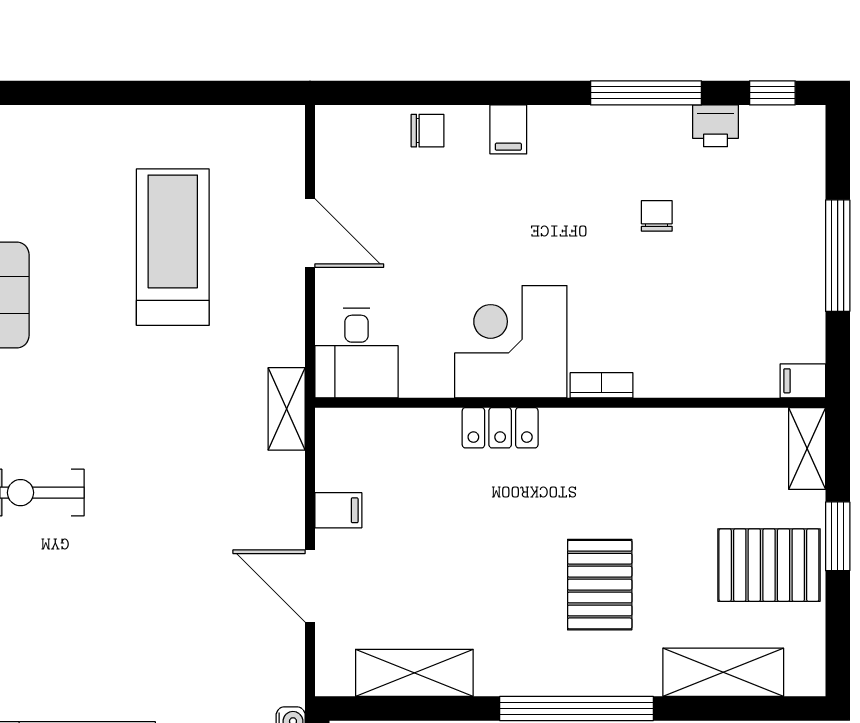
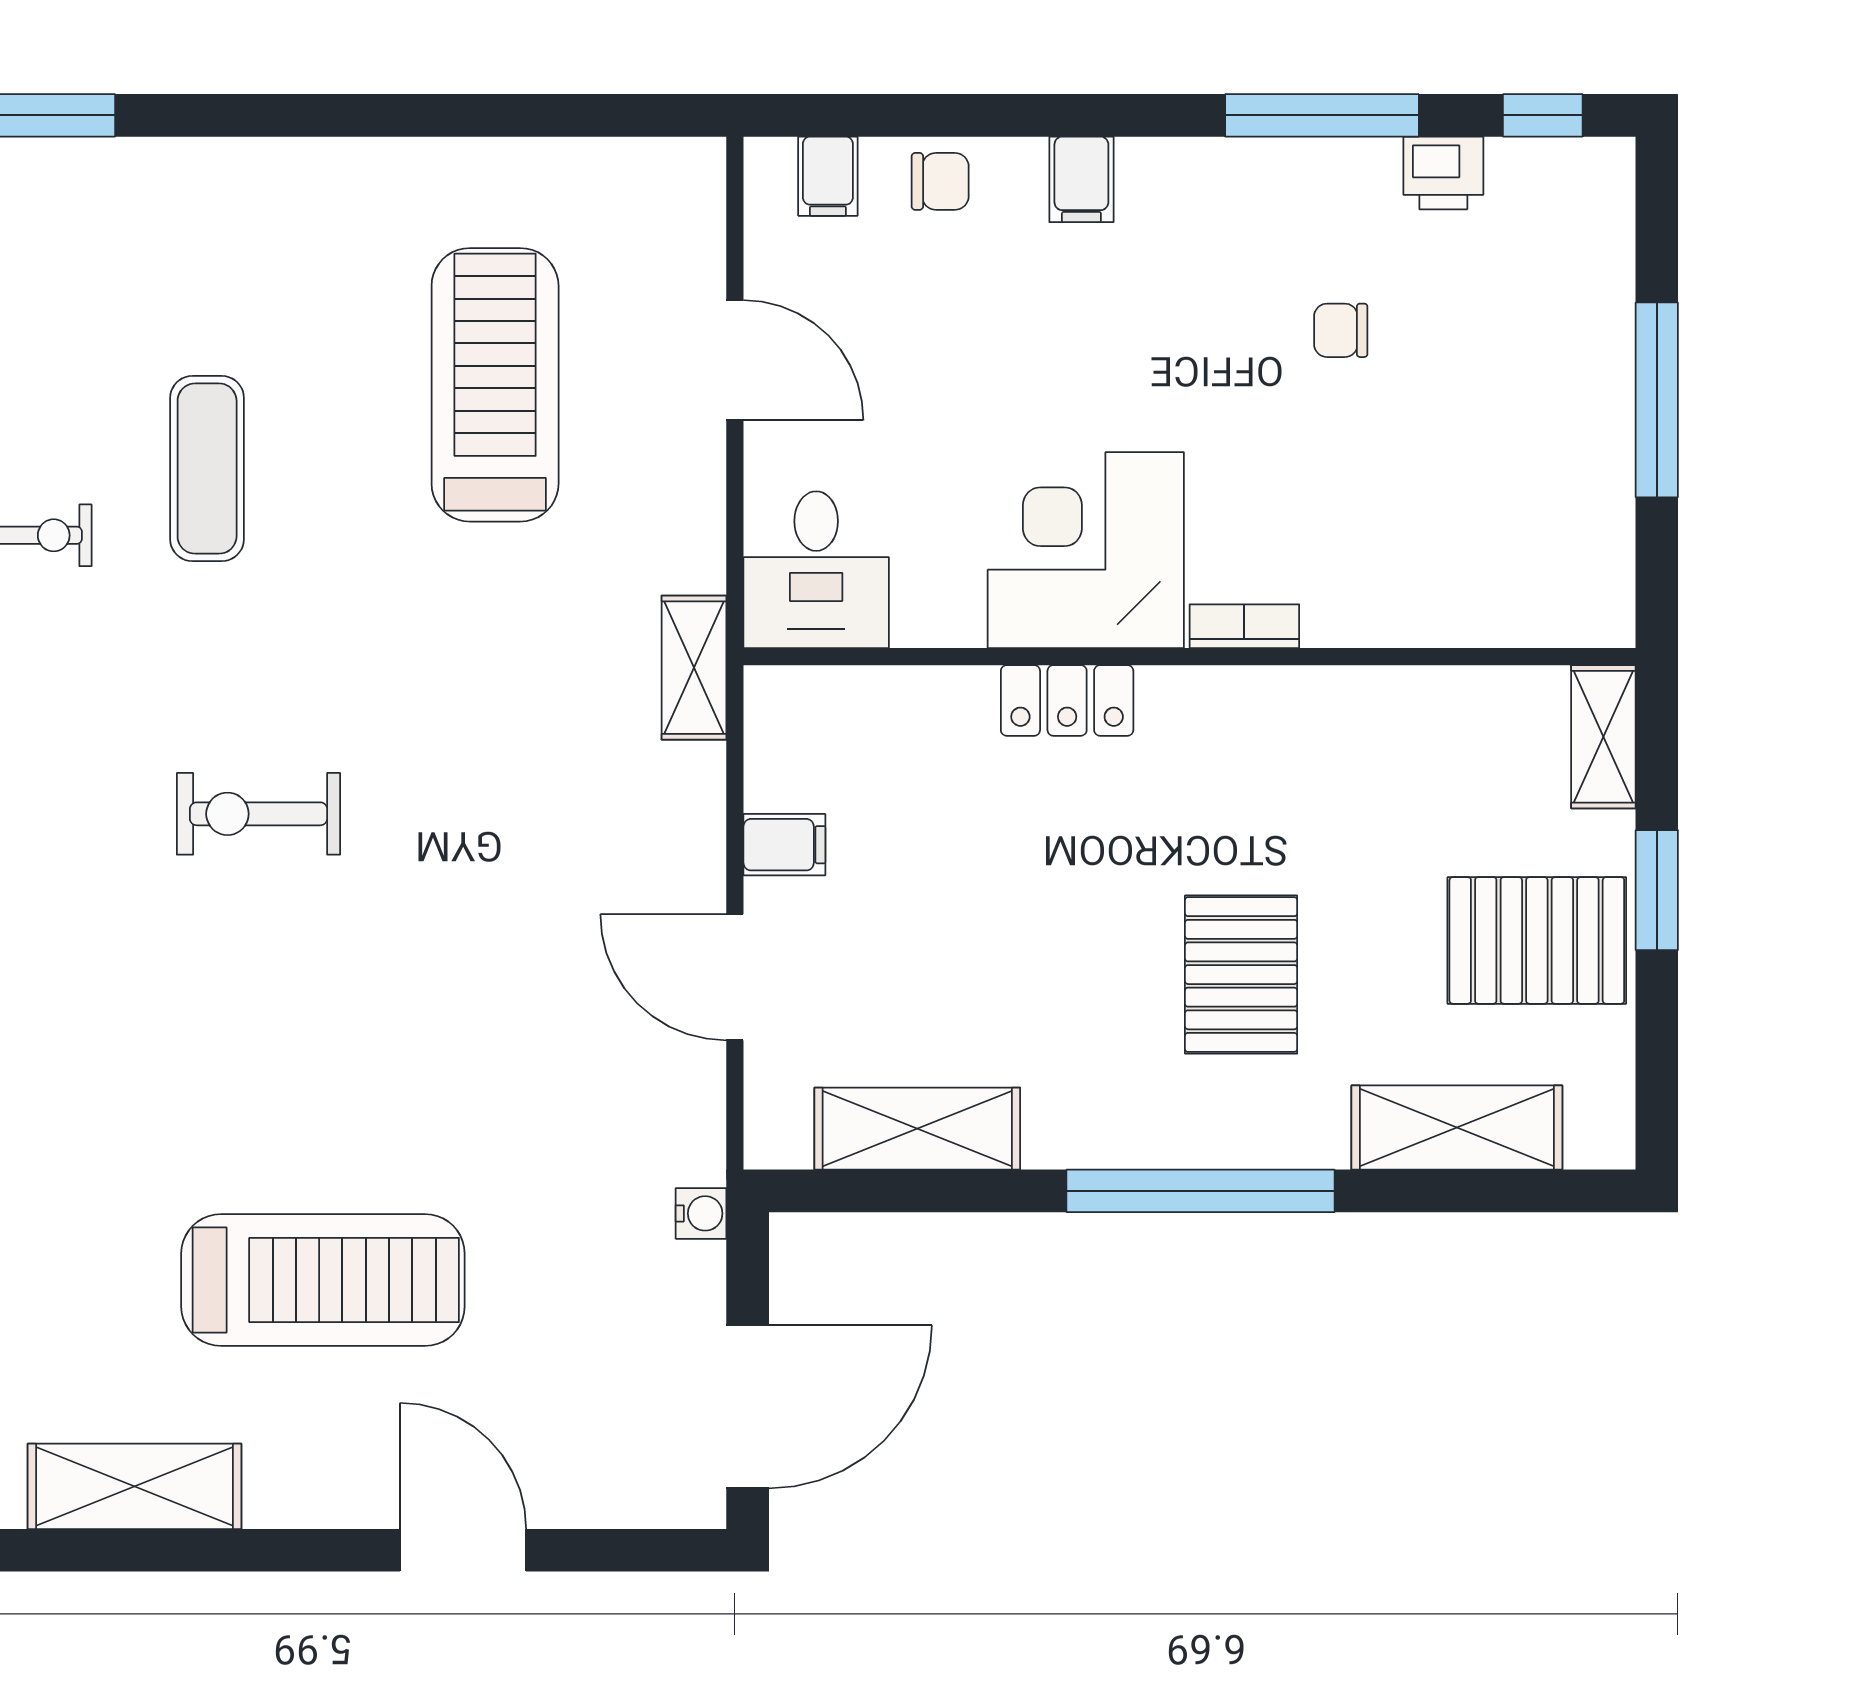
chair: (657, 216) -> (1341, 330), turned -90
filing cabinet: (803, 381) -> (828, 176), moved, turned -90

